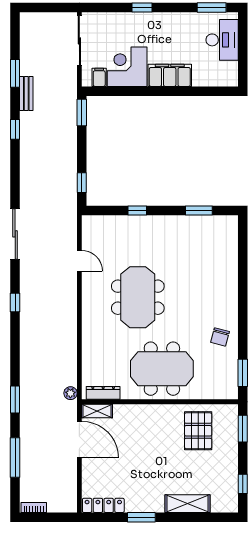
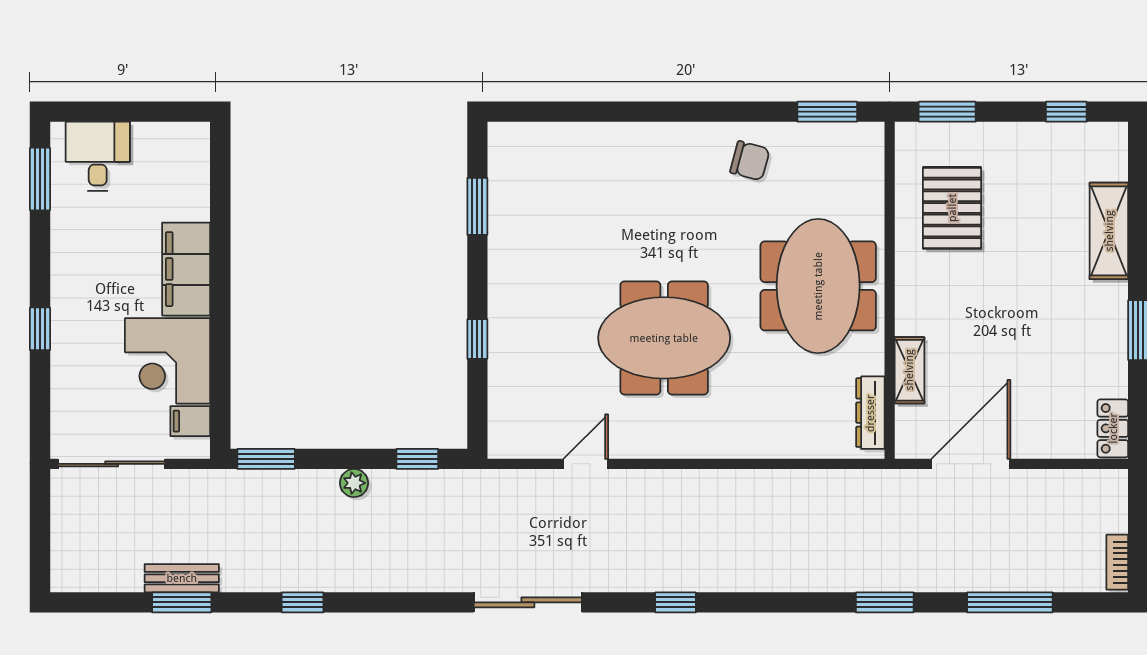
desk: (222, 40) -> (98, 156), width x0.73
bench: (26, 93) -> (182, 578), moved
plant: (70, 393) -> (354, 483), moved
shelving: (97, 411) -> (909, 370), moved
pallet: (198, 431) -> (952, 208), turned 90
locker: (103, 505) -> (1113, 428), width x0.66

